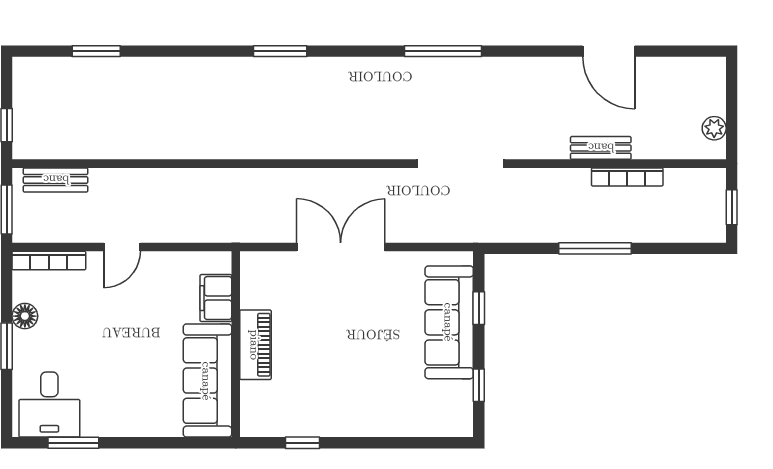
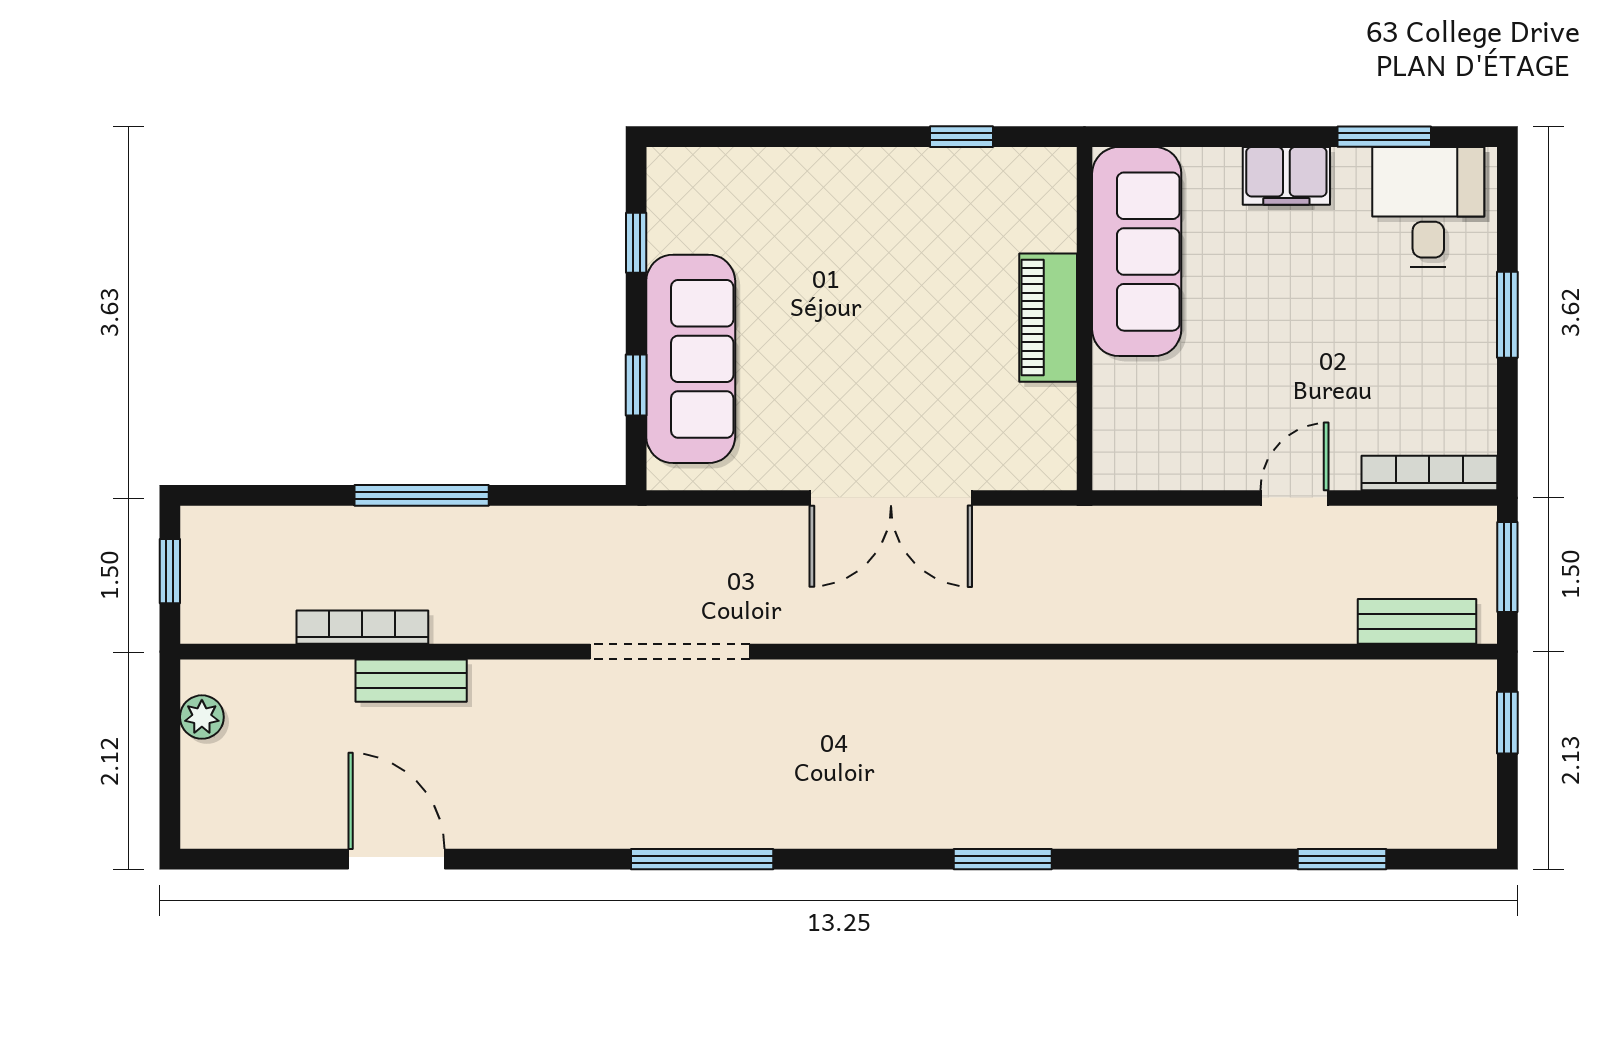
filing cabinet: (216, 298) -> (1286, 176), moved, turned 90
floor lamp: (25, 316) -> (1474, 371), removed

